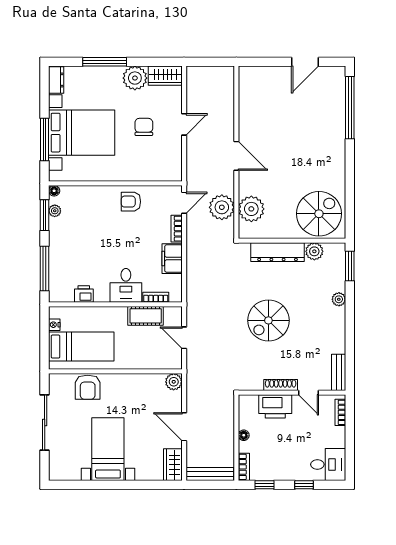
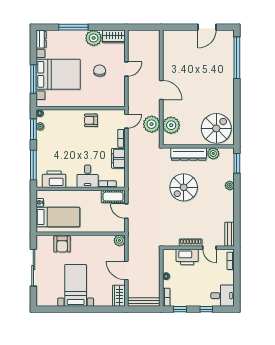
printer: (84, 294) -> (54, 179), width x1.87, depth x1.48
cot: (146, 316) -> (113, 197), moved
spiral stairs: (268, 320) -> (184, 187), moved

